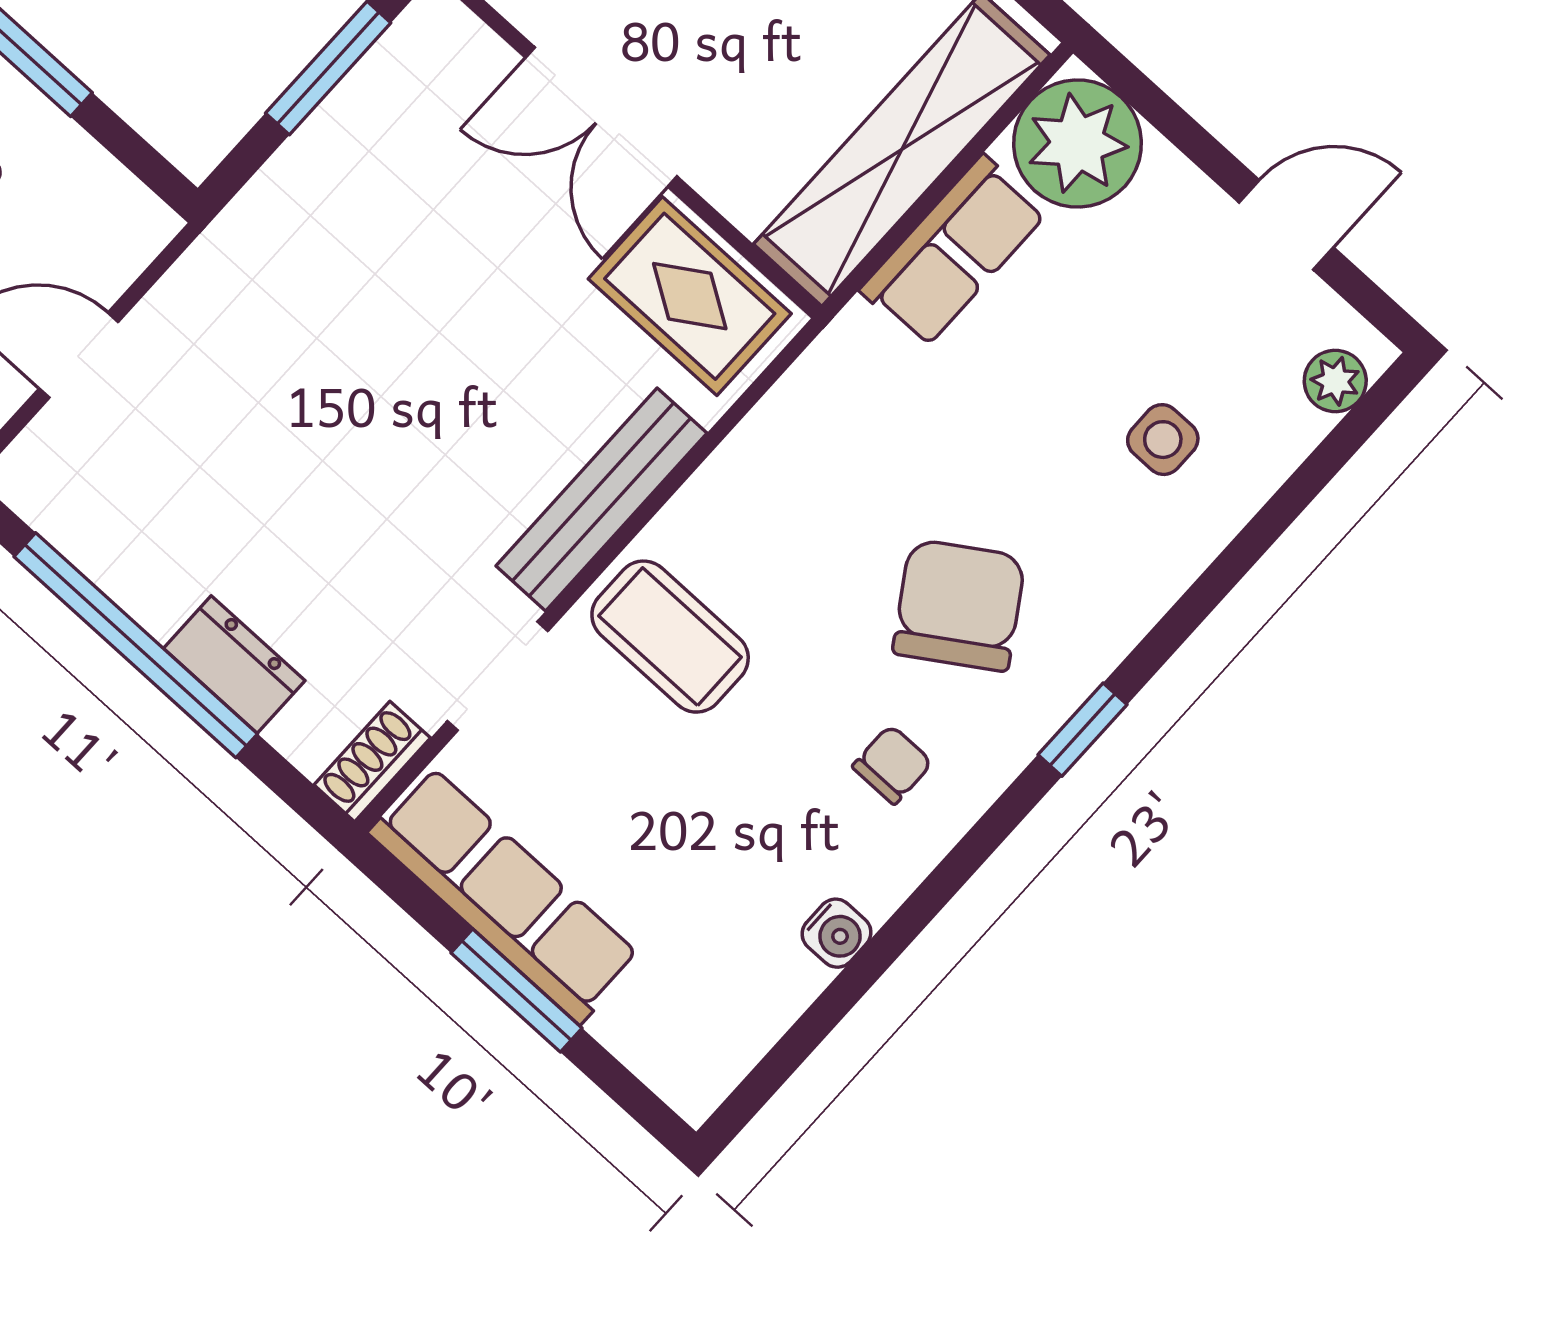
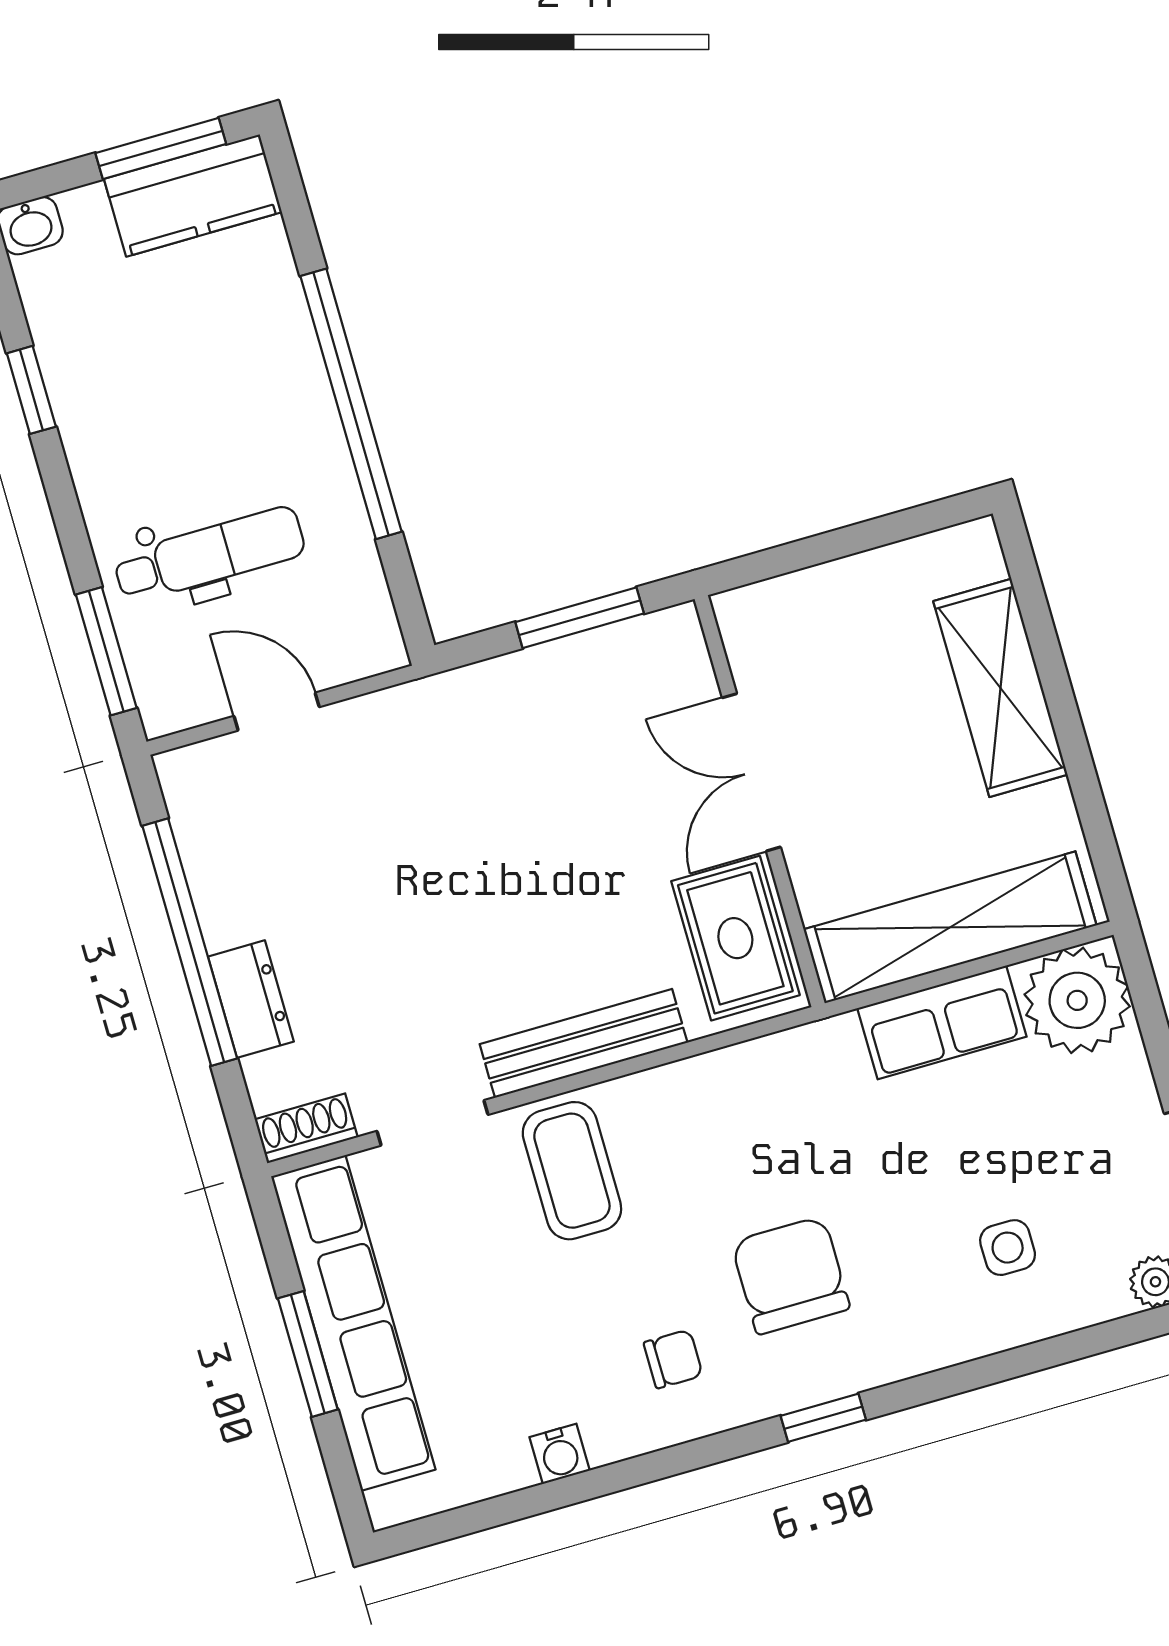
chair: (959, 605) -> (790, 1275), turned -57
row of seats: (504, 895) -> (353, 1323), width x1.36

